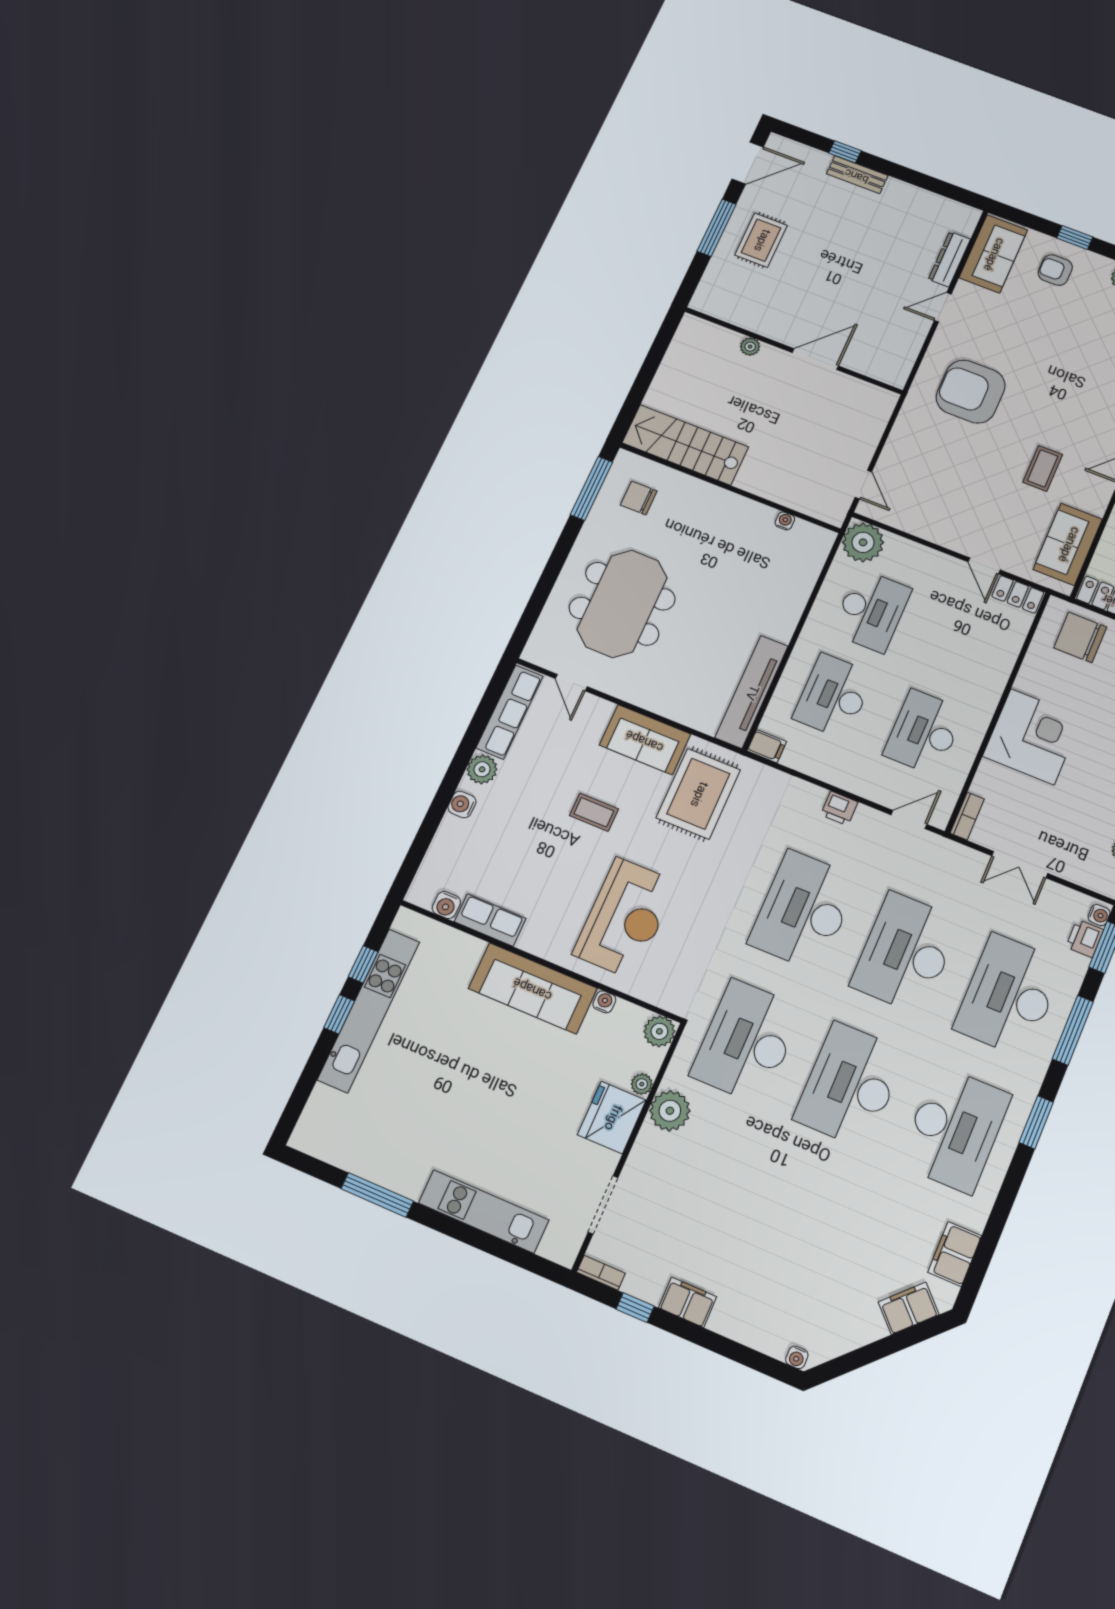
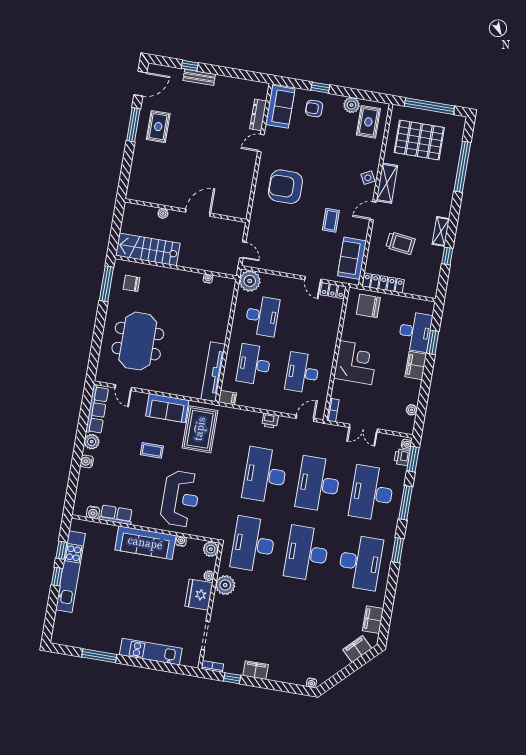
plant: (750, 347) -> (163, 213), moved
wall: (793, 351) -> (186, 211), moved
door: (815, 359) -> (198, 213), moved

